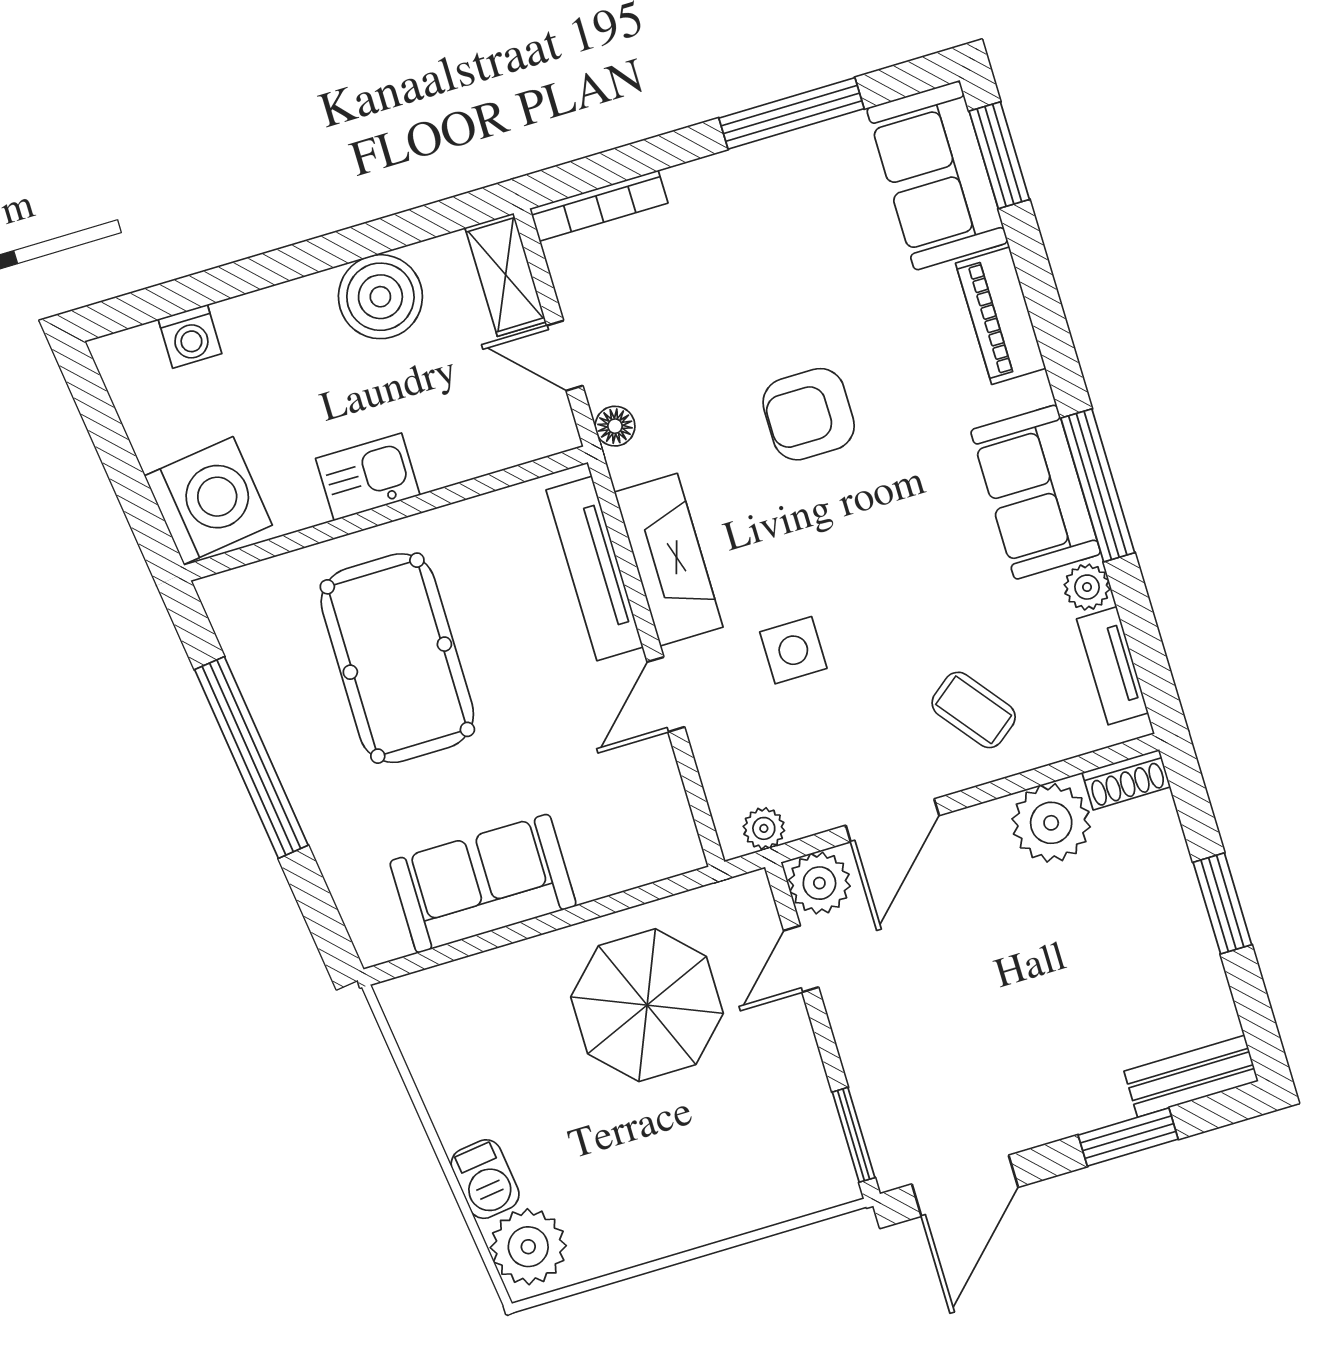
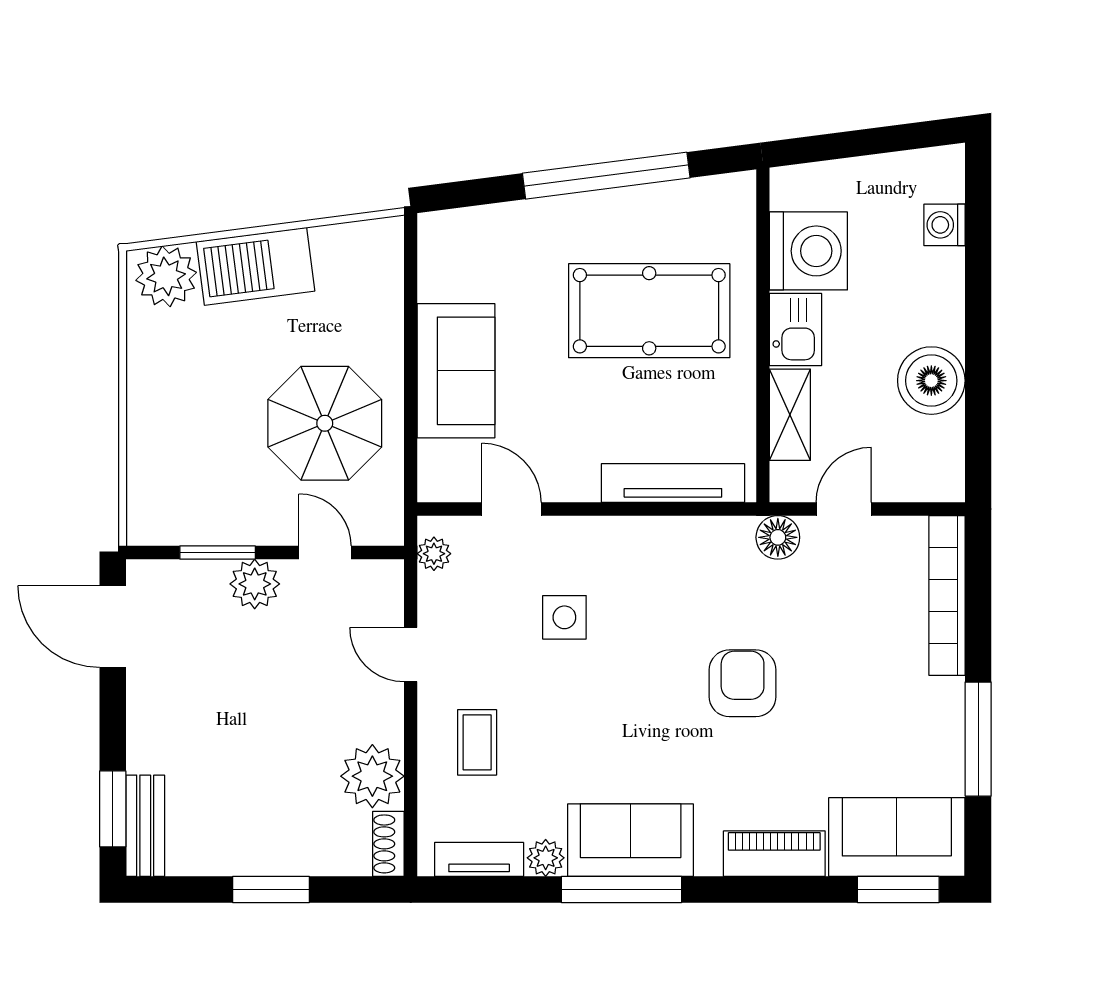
bookcase: (599, 206) -> (947, 595), width x1.48, depth x1.31
shelving: (506, 275) -> (790, 415), moved, turned 90
floor lamp: (615, 426) -> (778, 537), width x1.37, depth x1.37
washing machine: (208, 501) -> (808, 251), moved, turned -83
fireplace: (669, 560) -> (663, 542), removed
door: (666, 694) -> (511, 509), moved
coffee table: (974, 710) -> (477, 742), turned -52
door: (892, 820) -> (411, 655), width x0.73
plant: (819, 883) -> (255, 584), moved
sofa: (483, 884) -> (456, 371), moved
window: (854, 1135) -> (218, 552), moved
window: (1128, 1137) -> (113, 809), moved
barbecue: (485, 1179) -> (255, 266), width x1.88, depth x1.53

